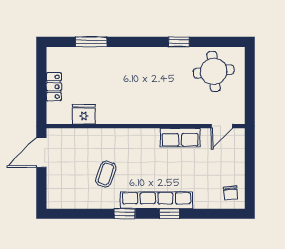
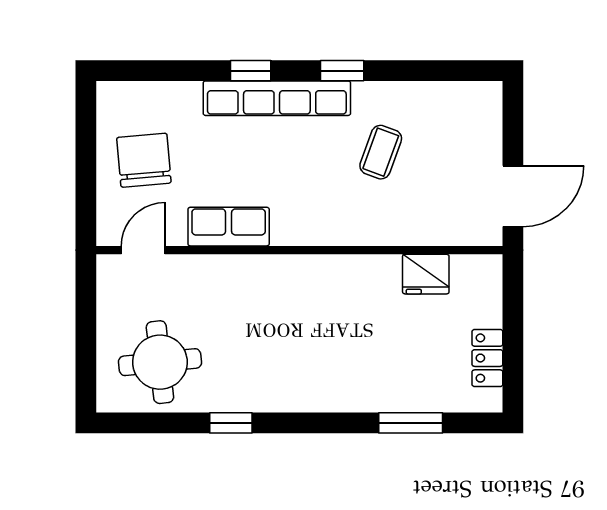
locker: (54, 87) -> (487, 358), moved
chair: (231, 193) -> (144, 160), moved, width x1.87, depth x1.87

